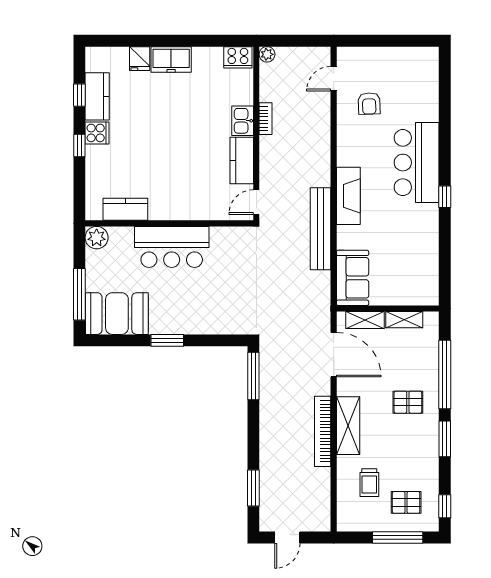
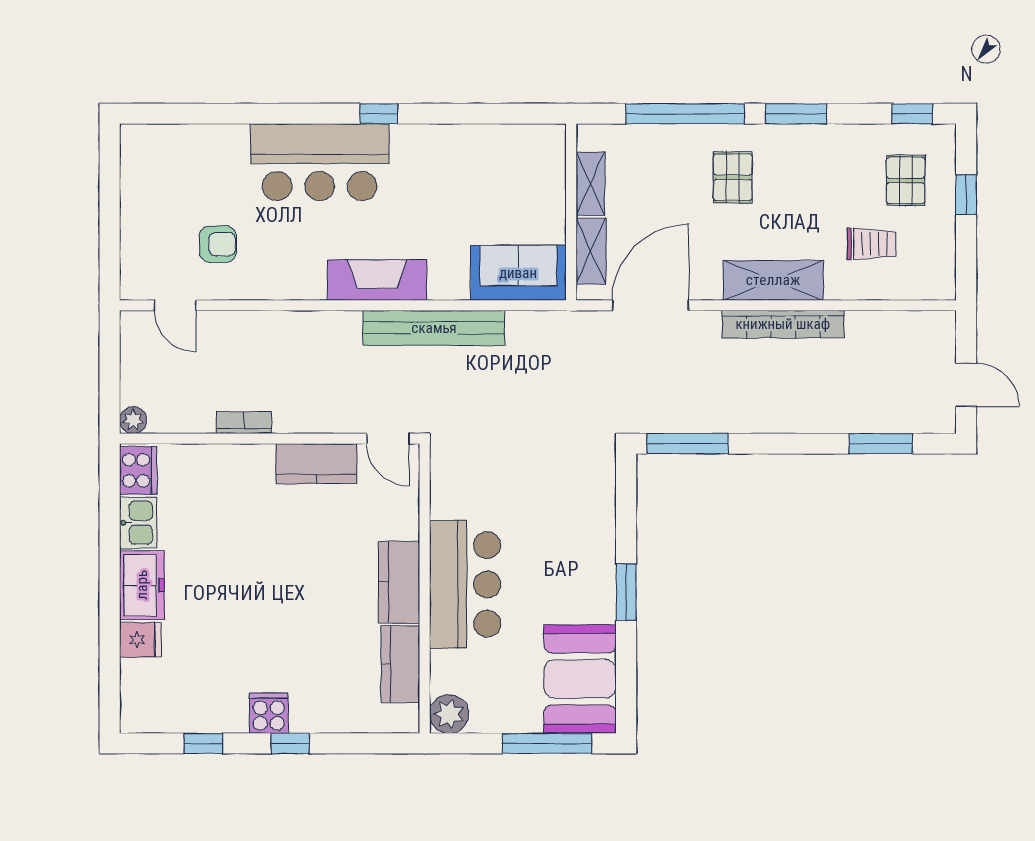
kitchen counter: (97, 96) -> (399, 582), moved, turned -90
kitchen sink: (243, 121) -> (138, 523), moved, turned -90
window: (398, 538) -> (966, 195), width x0.46

